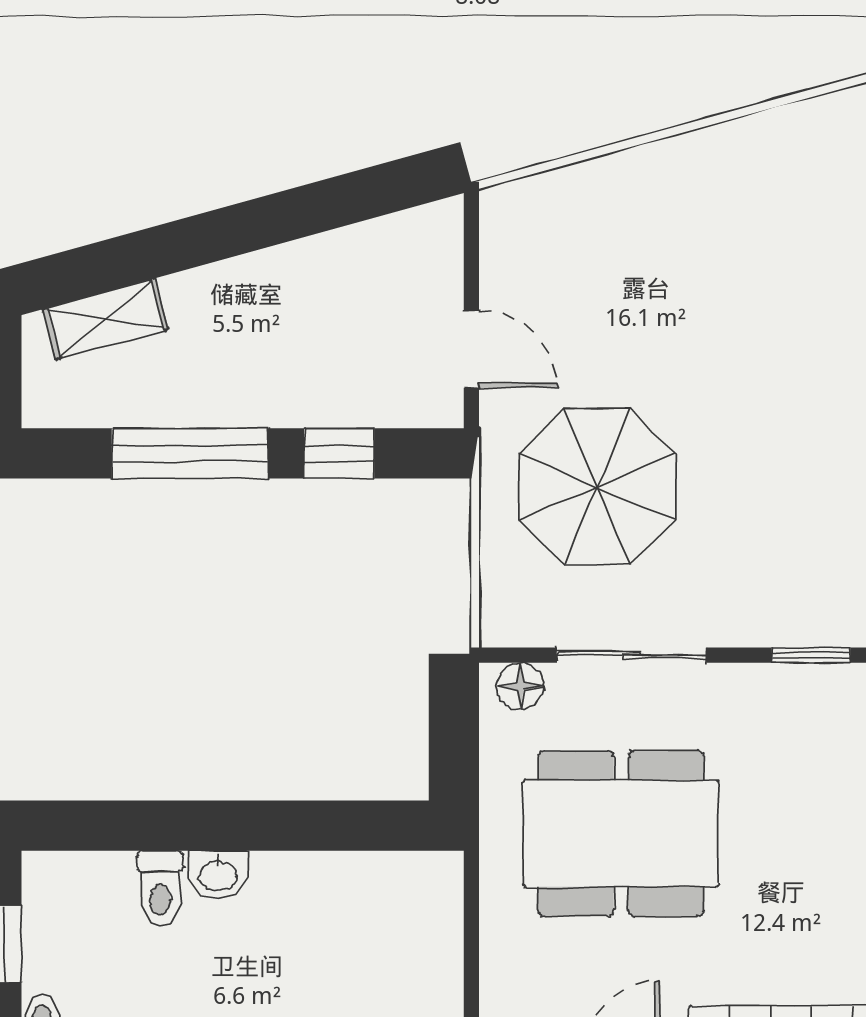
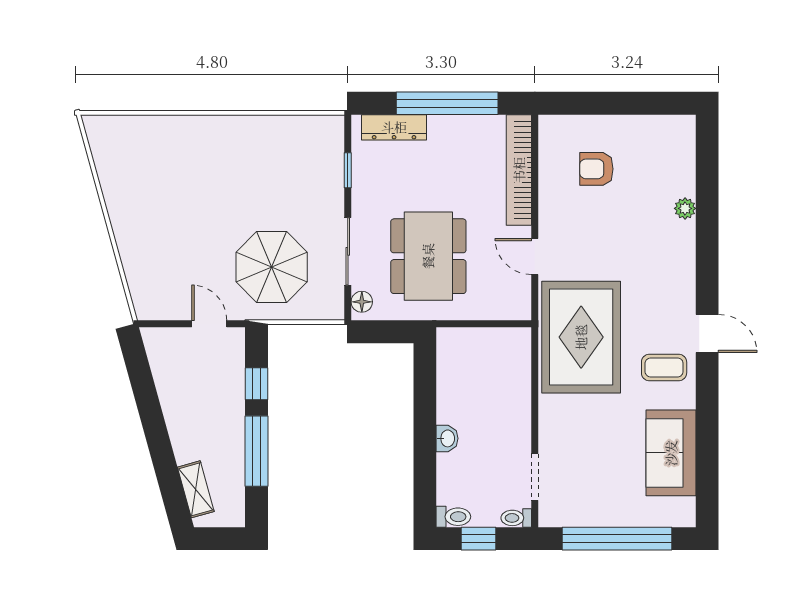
door: (471, 349) -> (209, 324), hinge flipped
toilet: (160, 889) -> (453, 517), moved

